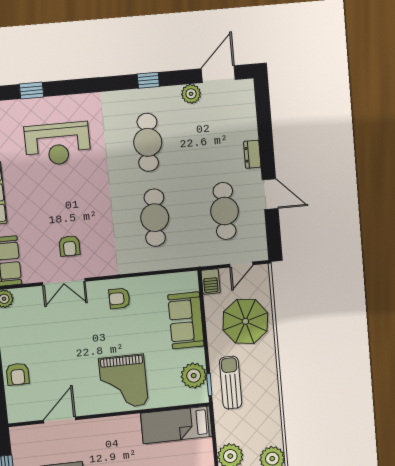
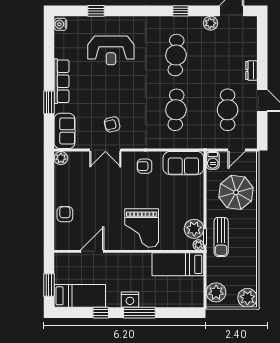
armchair: (70, 246) -> (112, 124), turned 76
sofa: (186, 320) -> (183, 163), moved, turned -90
armchair: (18, 374) -> (65, 214), turned 180
sun lounger: (231, 383) -> (221, 237), turned 180
plant: (201, 396) -> (198, 245), added

